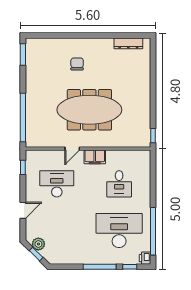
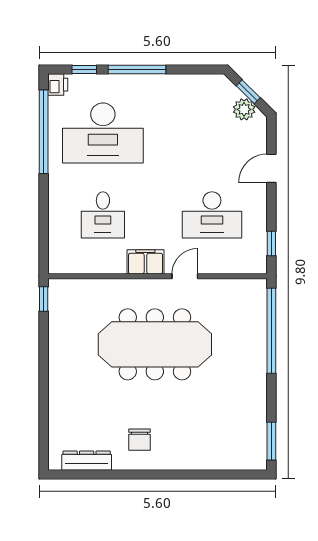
chair: (77, 64) -> (139, 440), moved
desk: (119, 184) -> (103, 215), turned 180

